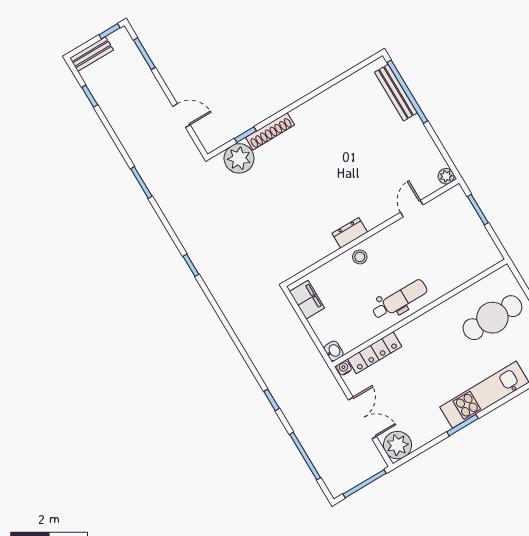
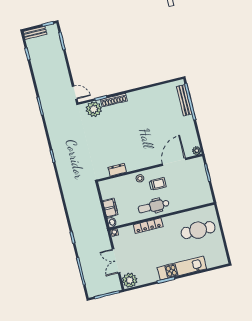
door: (181, 116) -> (75, 93), moved
door: (412, 209) -> (174, 162), width x1.87
dresser: (350, 233) -> (117, 170), moved
trolley: (394, 257) -> (158, 184), added
dental chair: (400, 299) -> (154, 206), turned 180
filing cabinet: (307, 300) -> (110, 208), moved
locker: (375, 353) -> (148, 226), moved
double door: (362, 418) -> (116, 261), swing flipped

